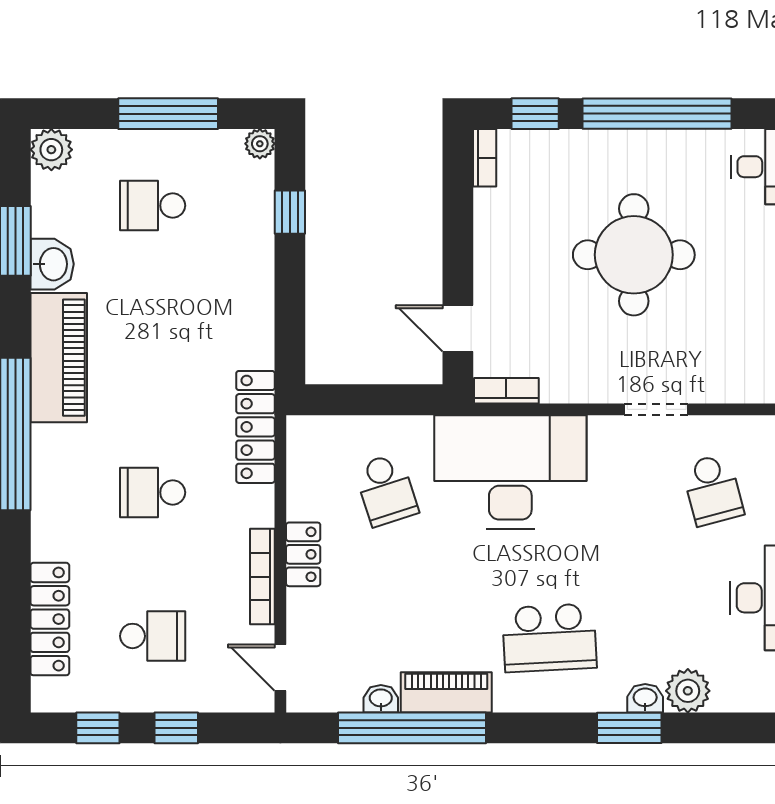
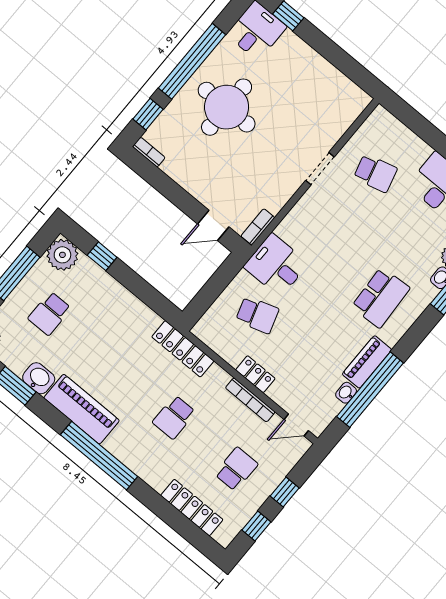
plant: (260, 144) -> (62, 255), width x1.87, depth x1.87
round table: (634, 255) -> (227, 107), moved
desk: (510, 472) -> (276, 265), width x0.53, depth x0.77

